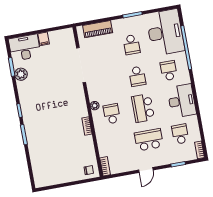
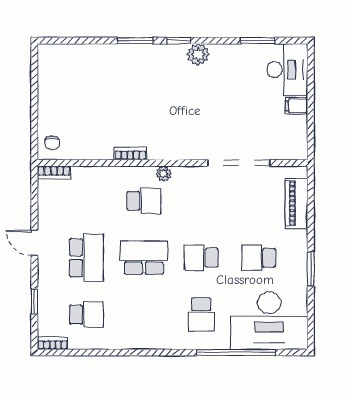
school desk: (169, 71) -> (201, 315), turned 90
plant: (21, 74) -> (198, 55), moved
desk: (182, 101) -> (144, 328), removed

